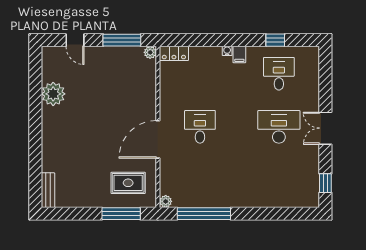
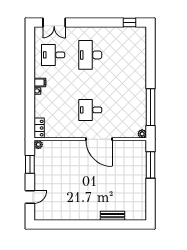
window: (122, 40) -> (30, 164), width x0.69
window: (275, 40) -> (30, 57), removed
plant: (53, 94) -> (67, 212), removed
double door: (325, 128) -> (54, 23), moved
rug: (128, 183) -> (129, 160), removed
bench: (48, 190) -> (112, 216), moved

